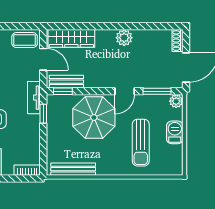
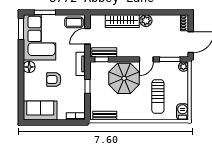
wardrobe: (71, 38) -> (122, 21), moved
door: (43, 59) -> (87, 36), swing flipped
window: (43, 114) -> (87, 86), moved
barbecue: (175, 132) -> (183, 112), moved
bench: (73, 169) -> (105, 116), width x0.73

